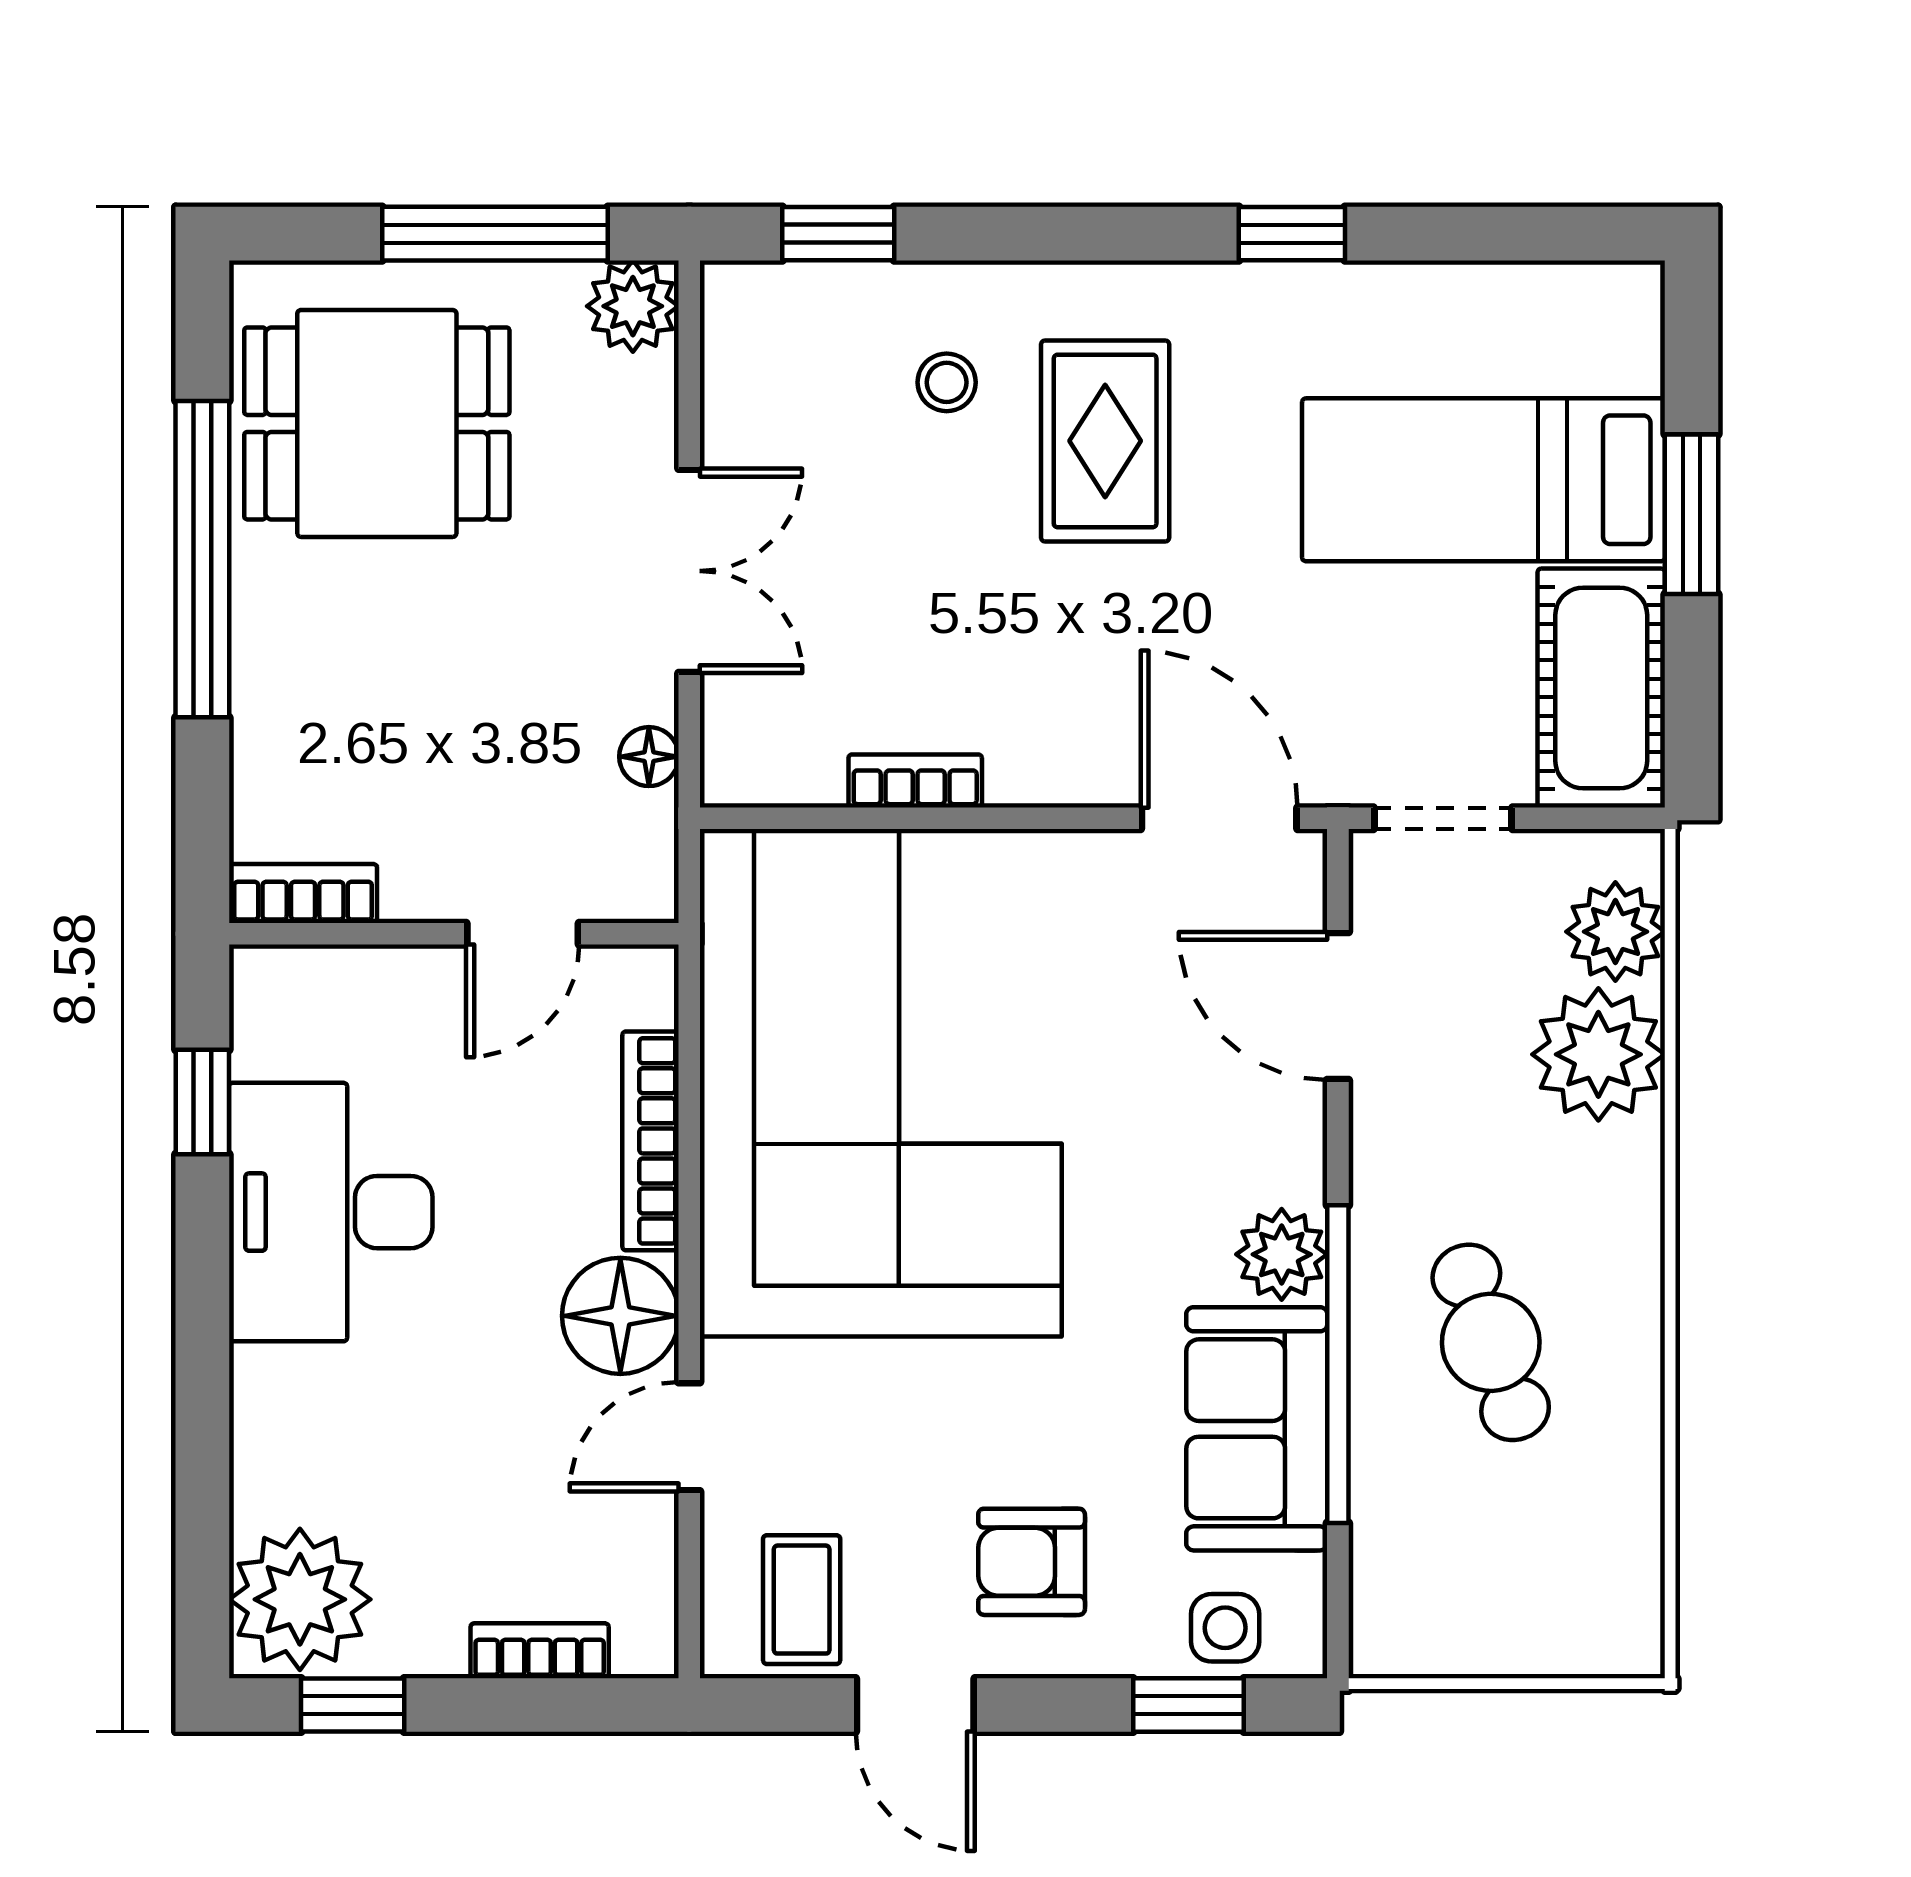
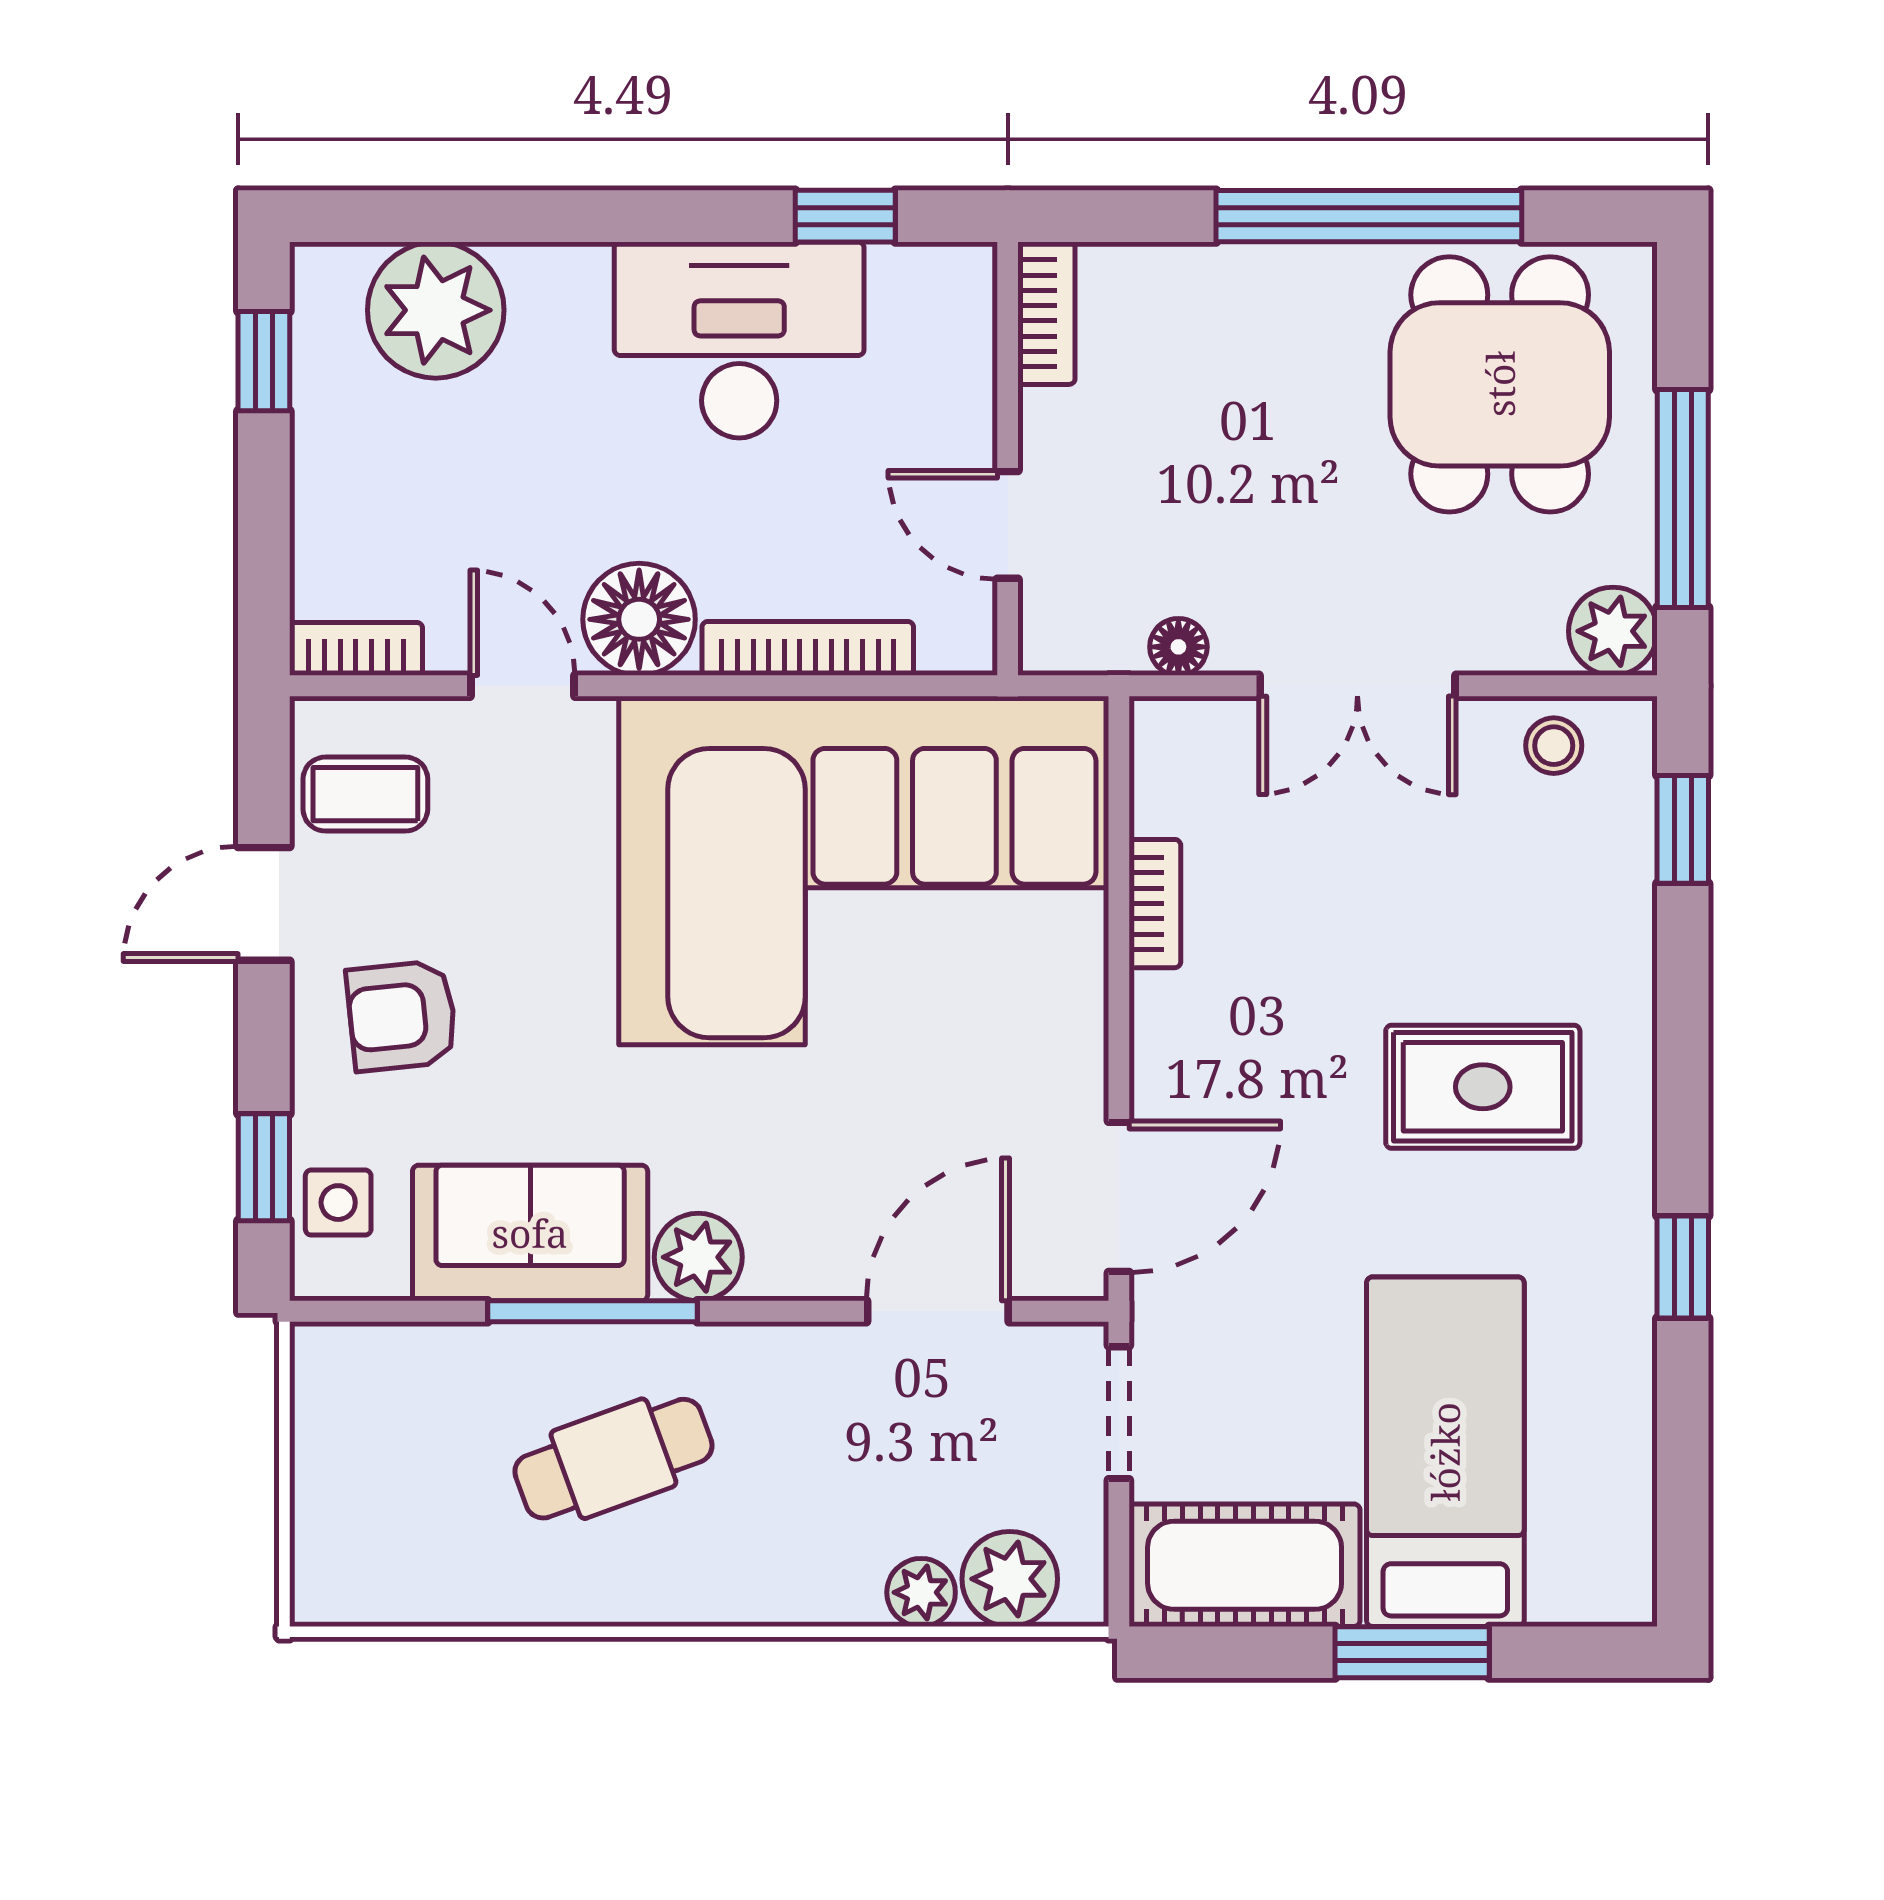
stool: (947, 382) -> (1554, 746), moved
plant: (1598, 1054) -> (921, 1592), width x0.53, depth x0.53
window: (1338, 1364) -> (592, 1311), width x0.68
armchair: (1032, 1562) -> (402, 1016), turned -96
plant: (300, 1599) -> (436, 310), moved
bookcase: (540, 1651) -> (356, 649), moved, turned -90

